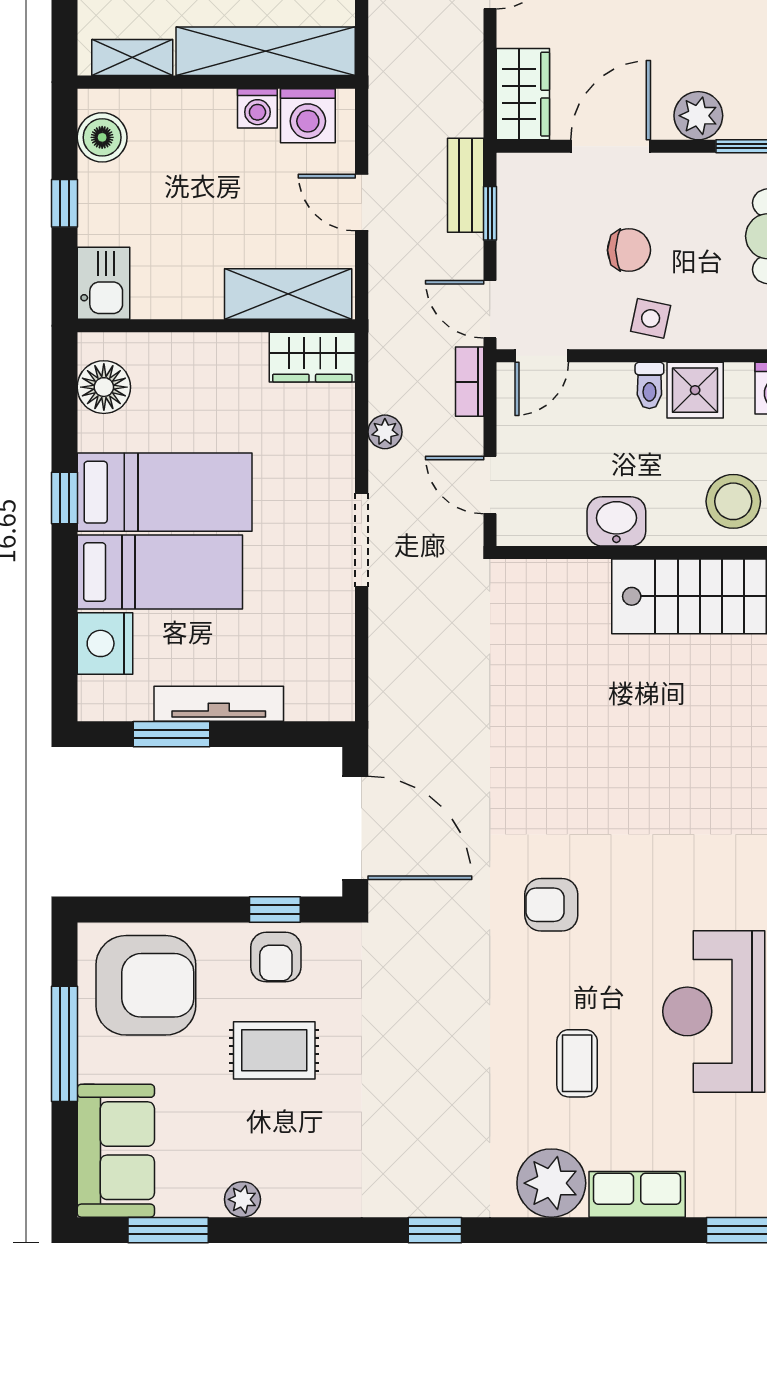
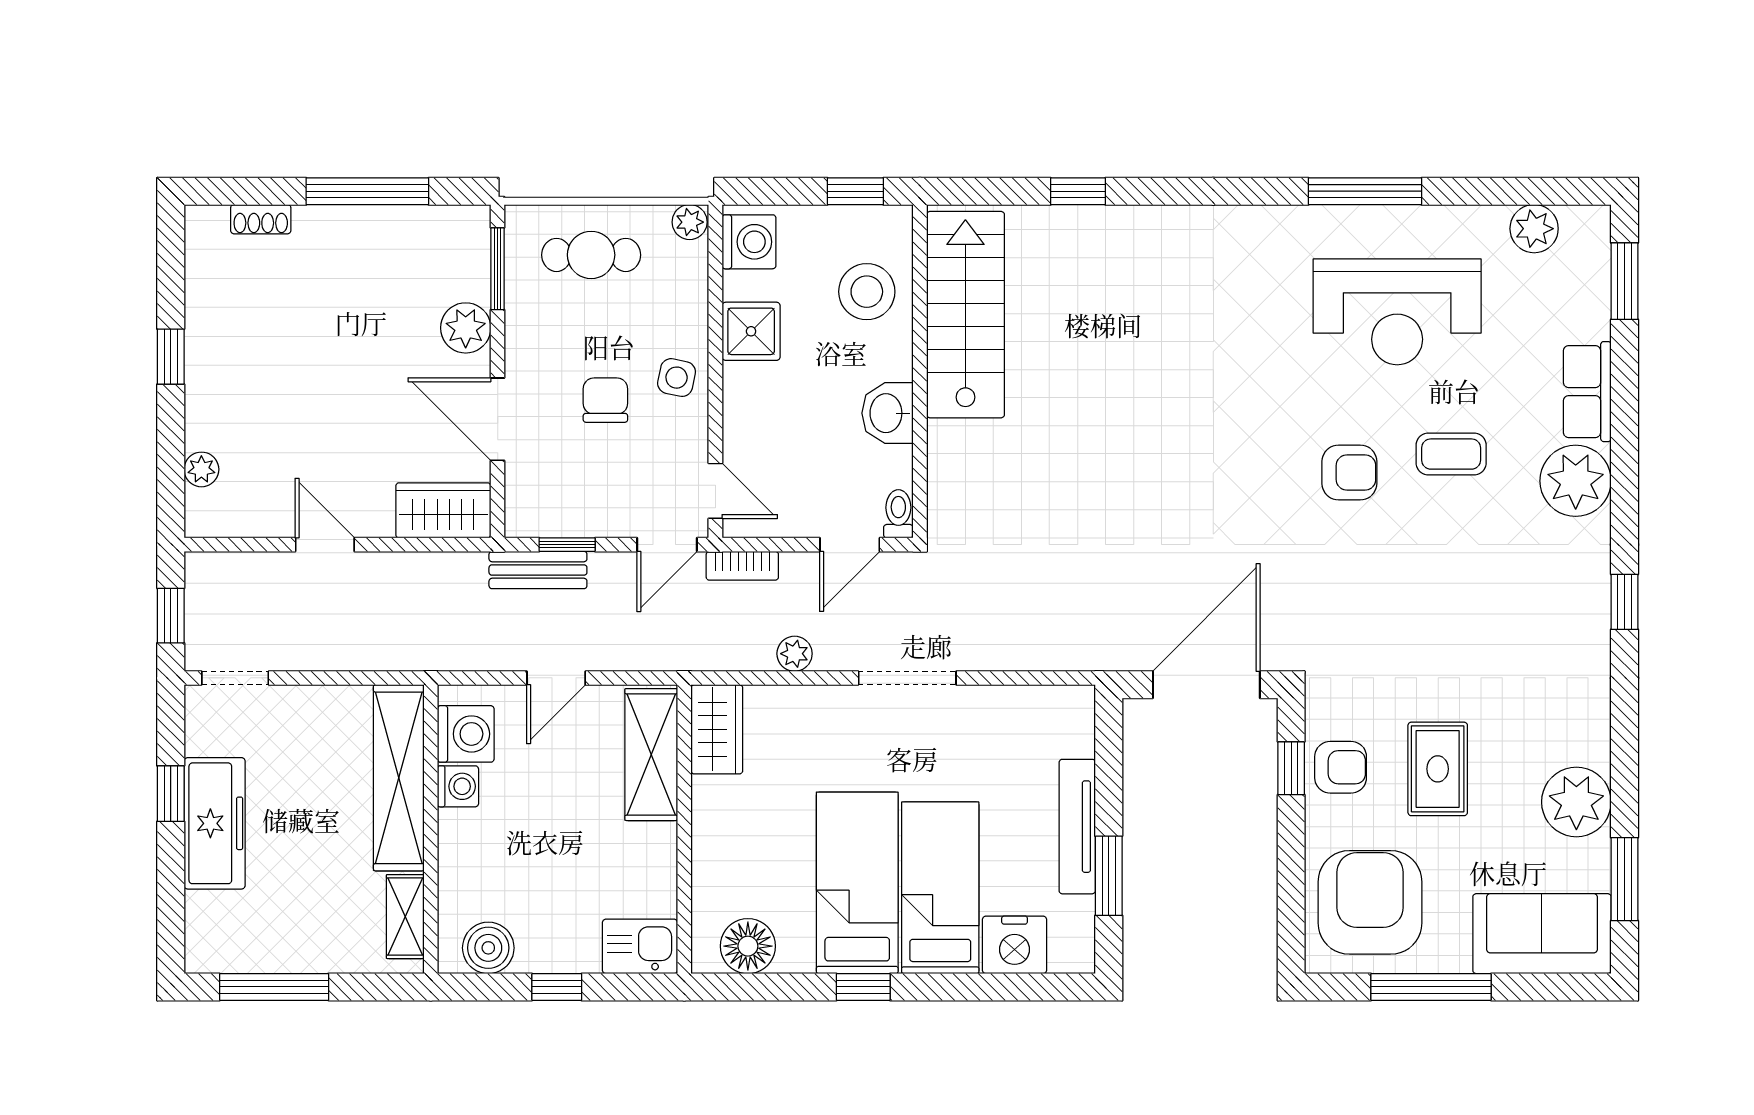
toilet: (649, 385) -> (898, 514), moved, turned -90
armchair: (551, 905) -> (1349, 472), moved, turned -90
plant: (242, 1199) -> (1576, 802), width x1.87, depth x1.87

